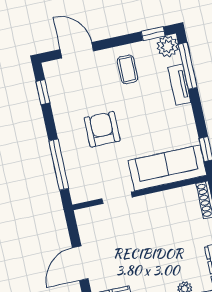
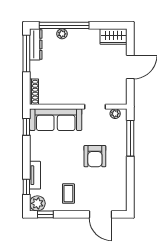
window: (188, 66) -> (26, 187), width x0.46
window: (43, 92) -> (130, 191), removed
plant: (87, 194) -> (115, 114), added

